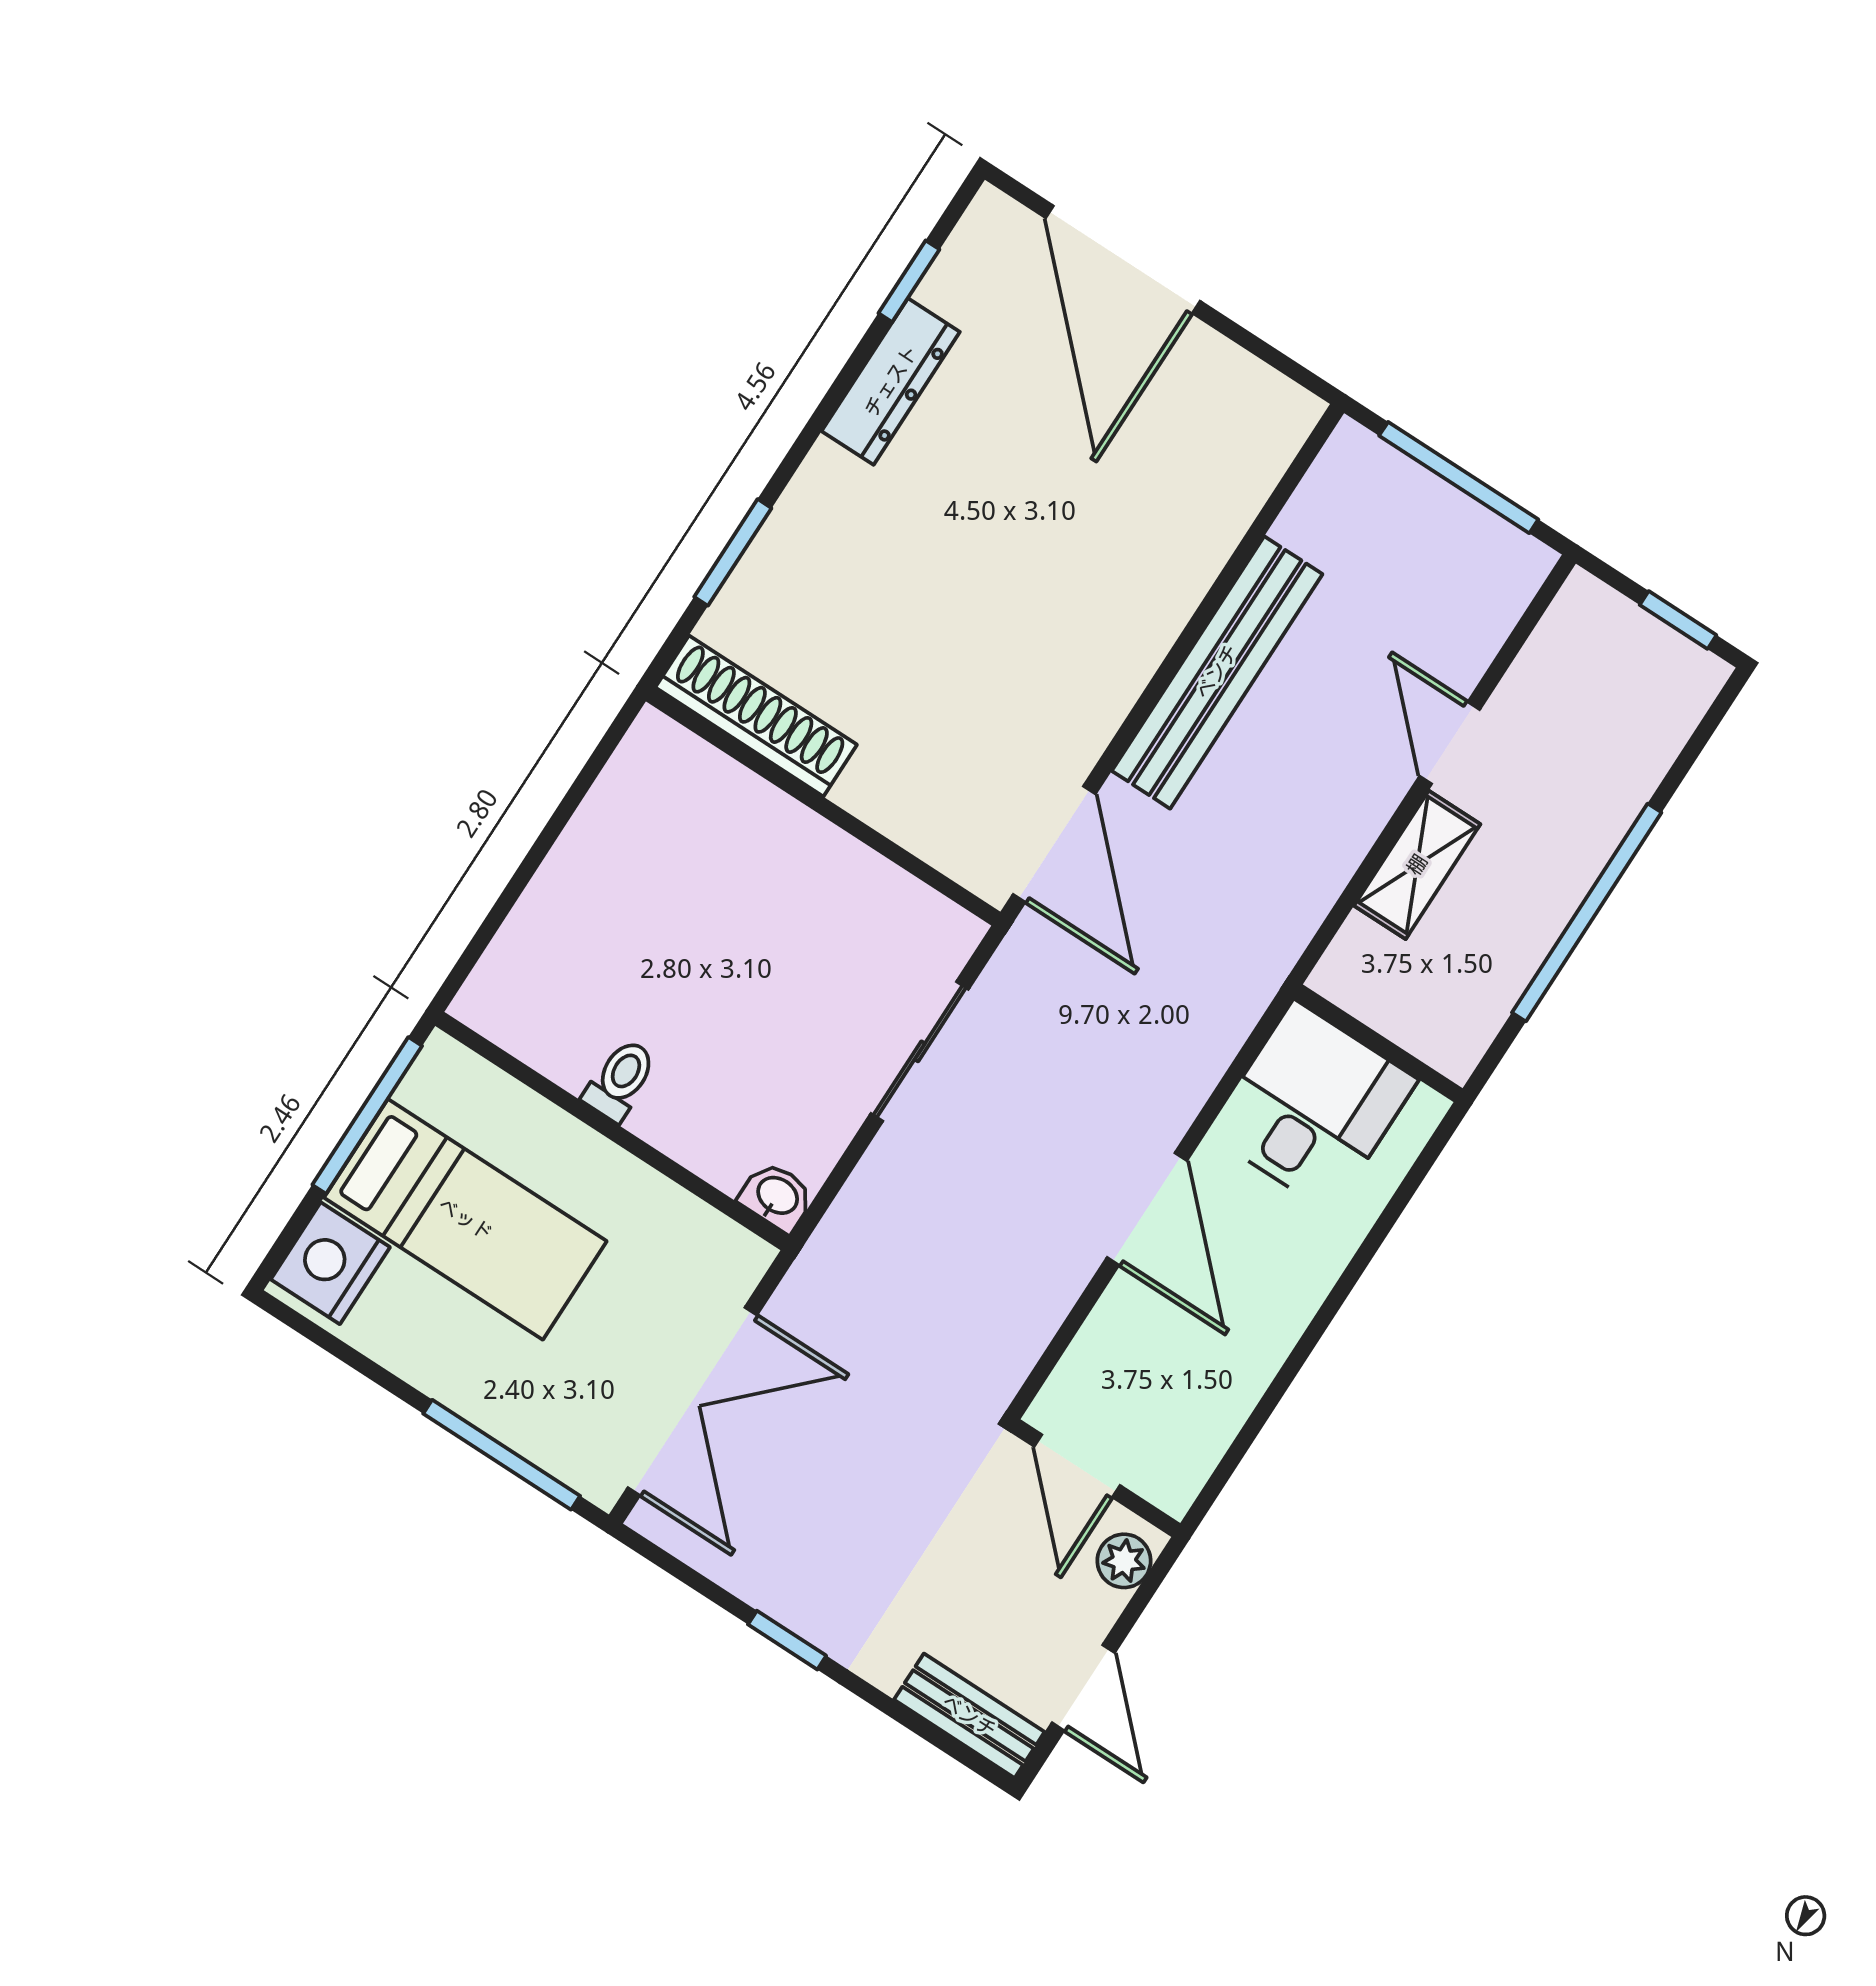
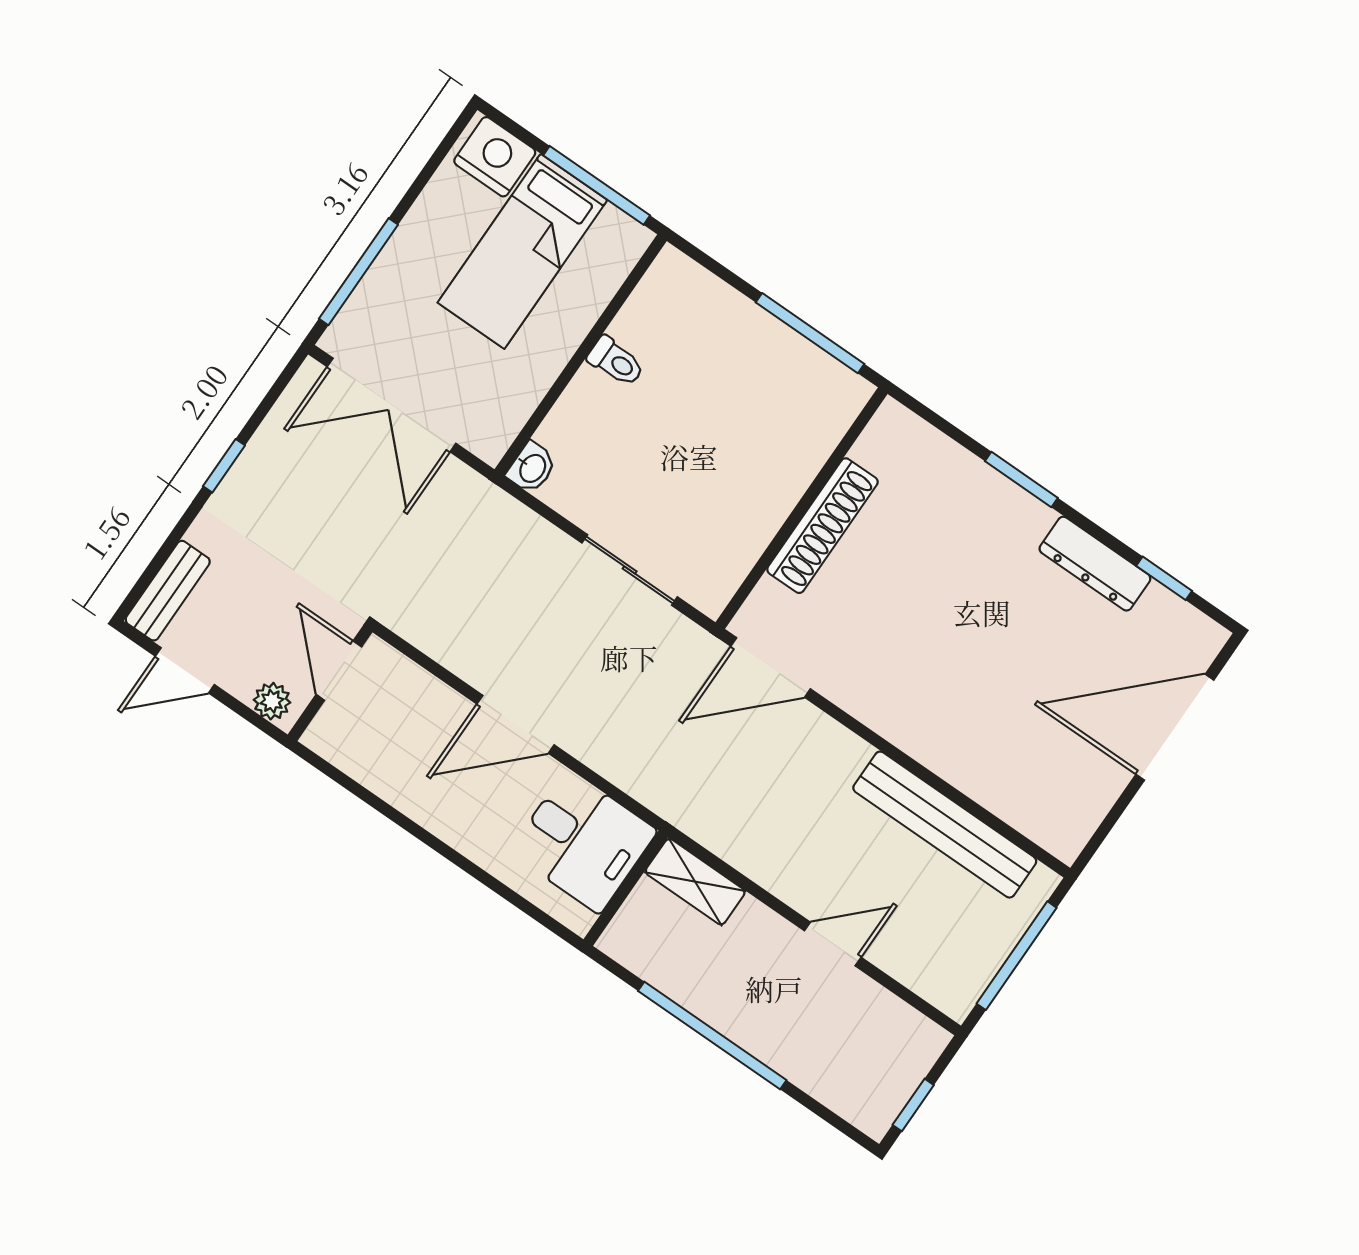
window: (733, 552) -> (1021, 479), moved
bench: (1217, 672) -> (945, 825), moved
shoe rack: (756, 716) -> (822, 526), moved
window: (571, 802) -> (810, 333), added
shelving: (1417, 865) -> (695, 882), moved
door: (1077, 1466) -> (339, 671), hinge flipped

